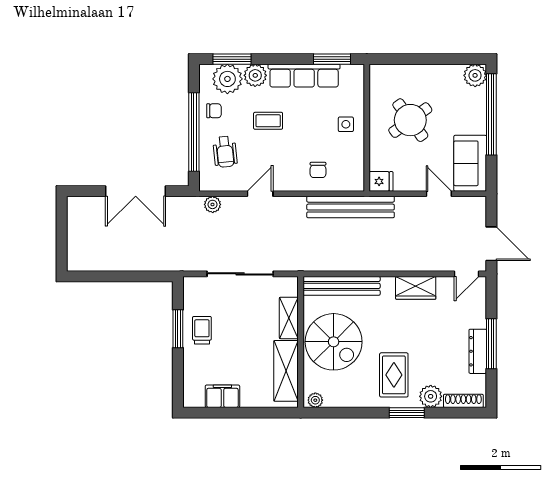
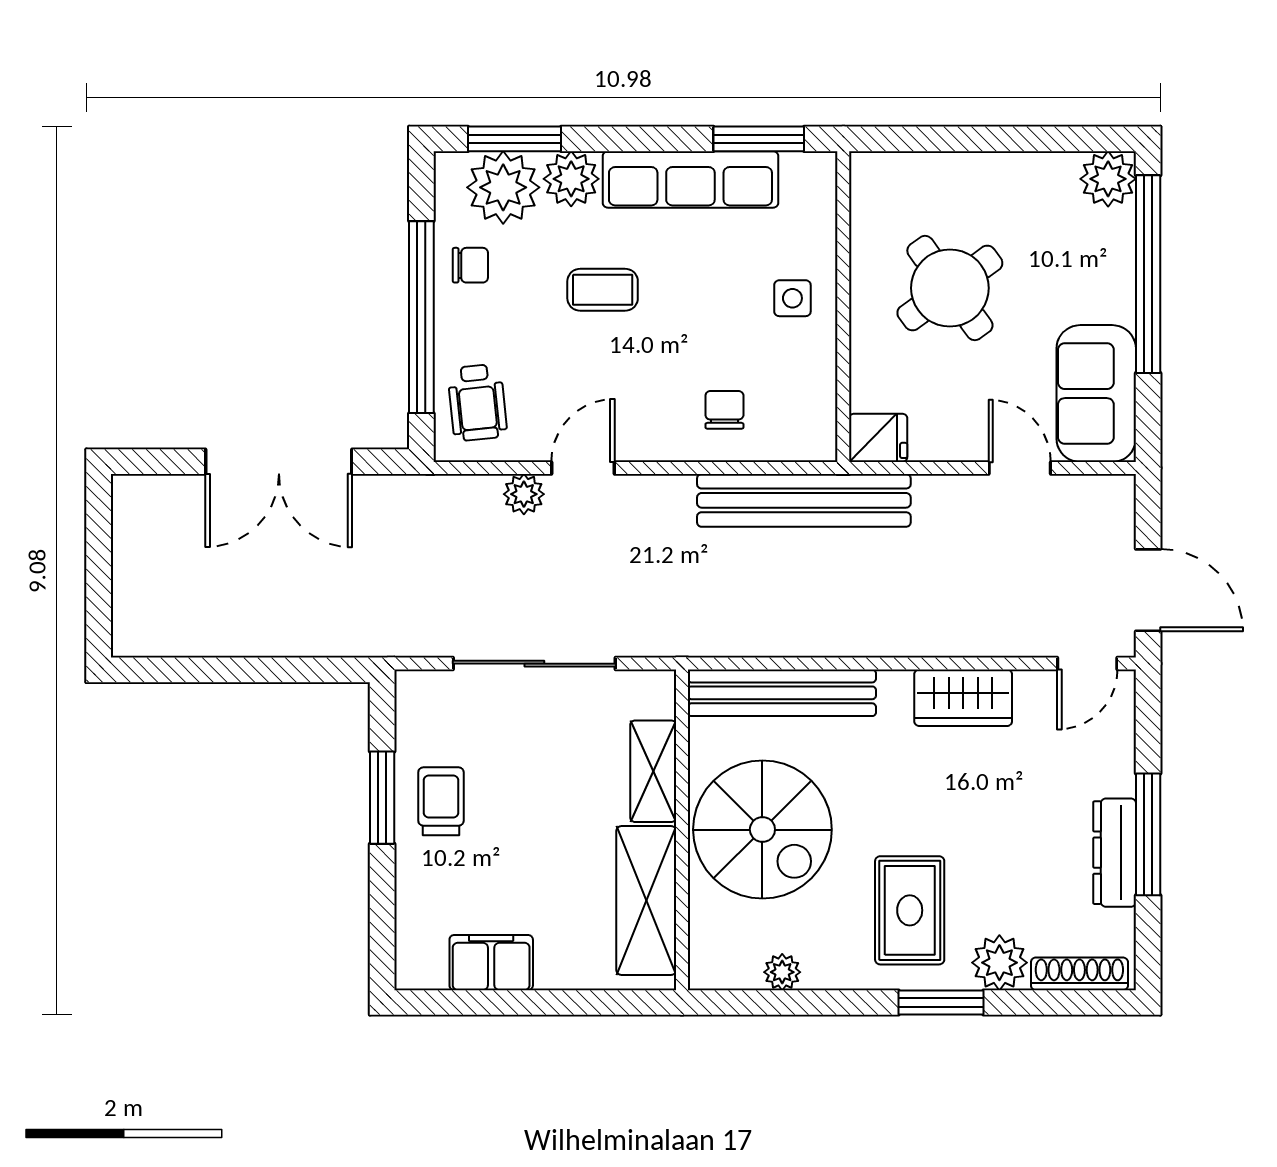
wheelchair: (225, 152) -> (477, 402), moved
chair: (318, 170) -> (724, 410), turned 180
plant: (213, 204) -> (524, 494), moved
plant: (315, 400) -> (782, 972), moved

